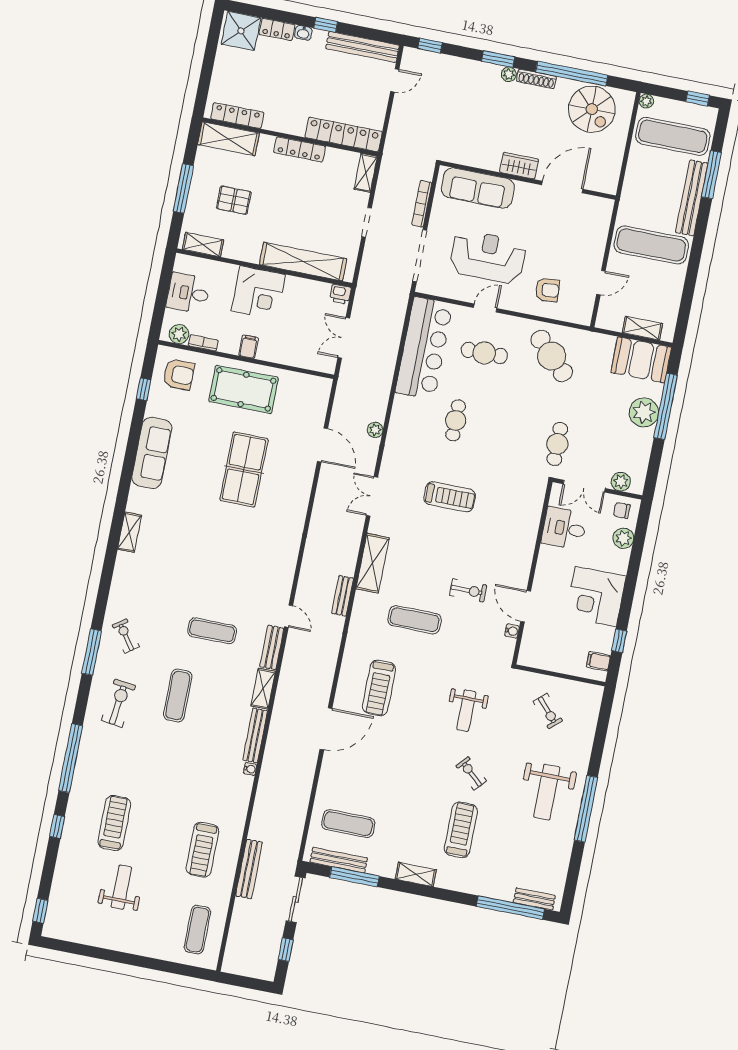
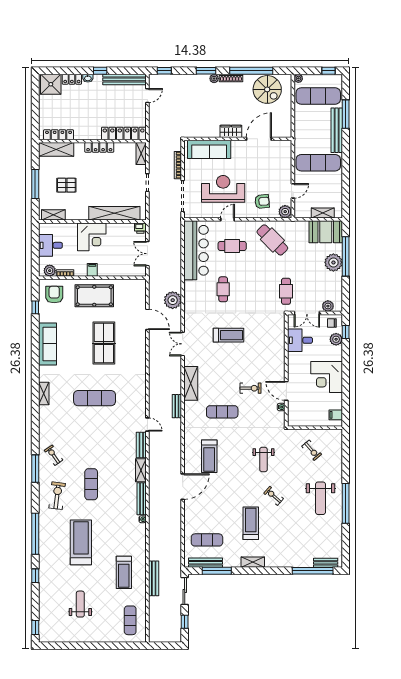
plant: (582, 314) -> (285, 212), added
armchair: (179, 375) -> (54, 295), turned -90
plant: (375, 430) -> (173, 300), width x1.87, depth x1.87
exercise mat: (212, 631) -> (95, 398), moved, width x1.36, depth x1.45
window: (619, 641) -> (346, 332), moved
treadmill: (114, 823) -> (81, 542), moved, width x1.37, depth x1.38
treadmill: (461, 830) -> (251, 523), moved

